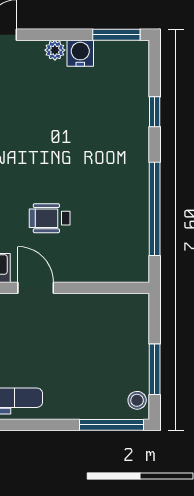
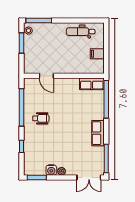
wheelchair: (50, 218) -> (41, 118), moved
door: (36, 288) -> (46, 76), moved

